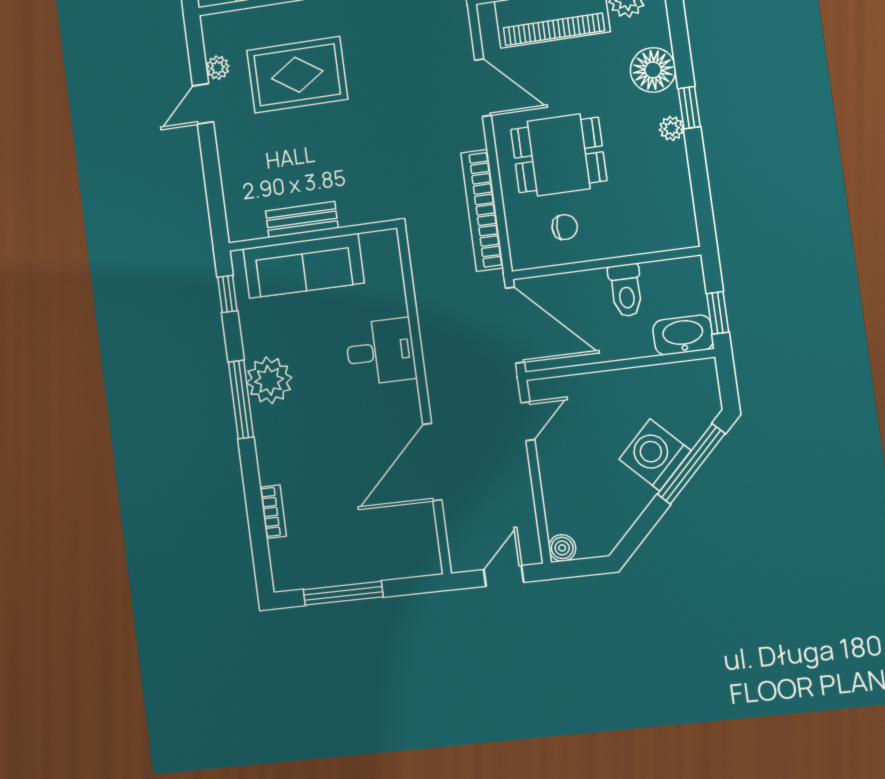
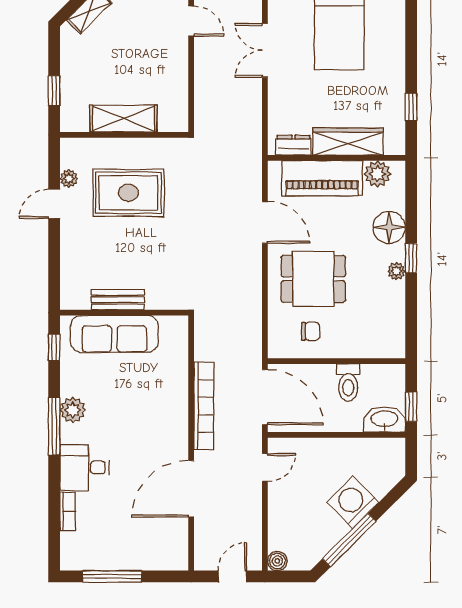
bookcase: (482, 210) -> (204, 406), moved, turned 180
desk: (381, 352) -> (84, 468), moved, turned 180
plant: (269, 380) -> (73, 410), width x0.73, depth x0.73
window: (691, 464) -> (349, 540), moved

